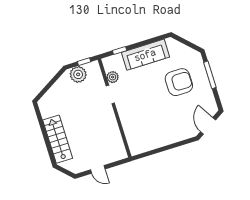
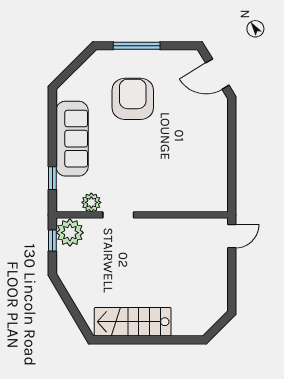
plant: (78, 74) -> (70, 233), moved
stairs: (58, 139) -> (133, 322), moved
door: (98, 169) -> (232, 236), moved

